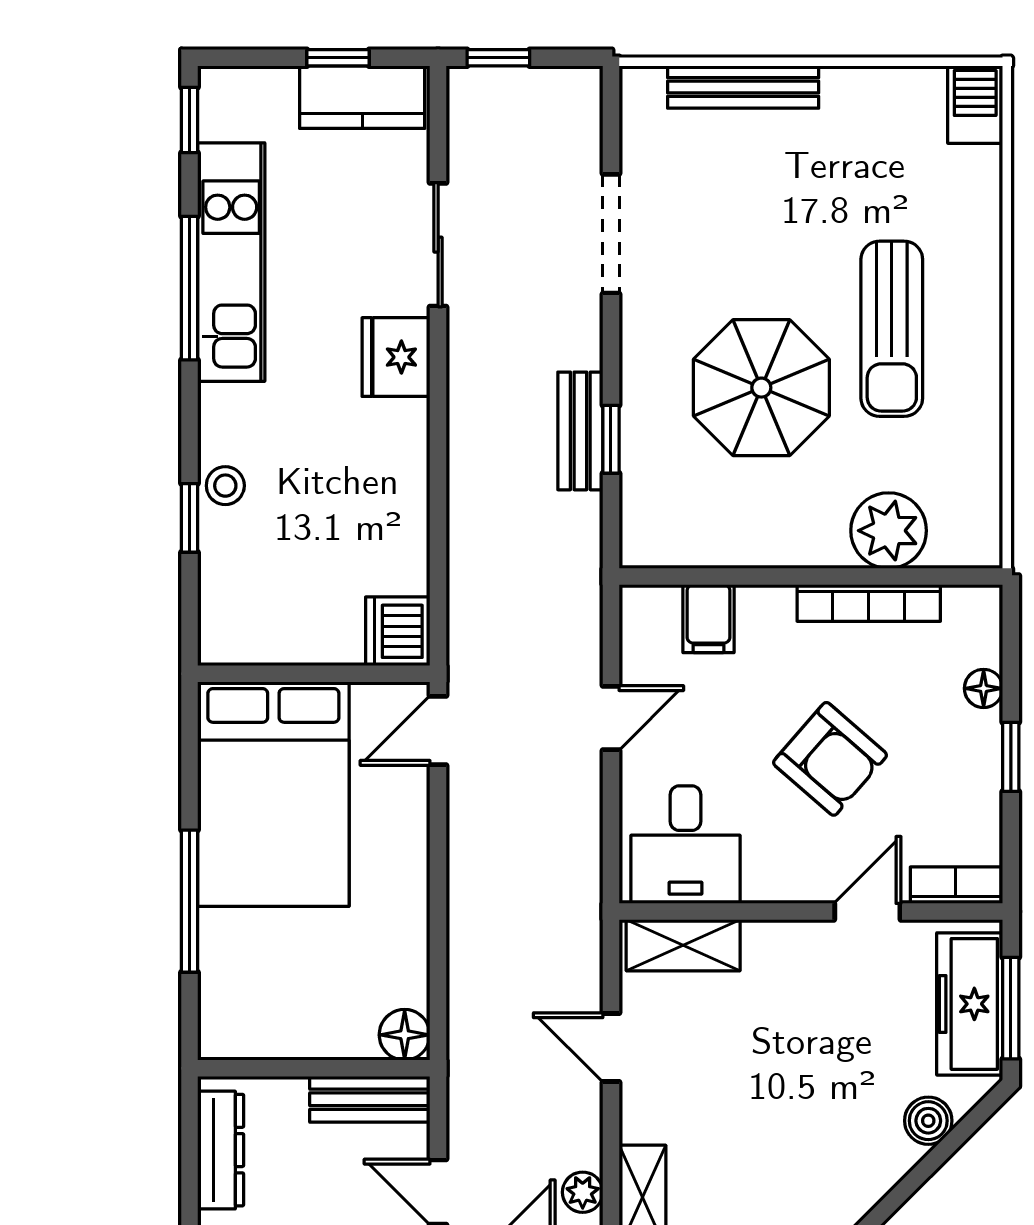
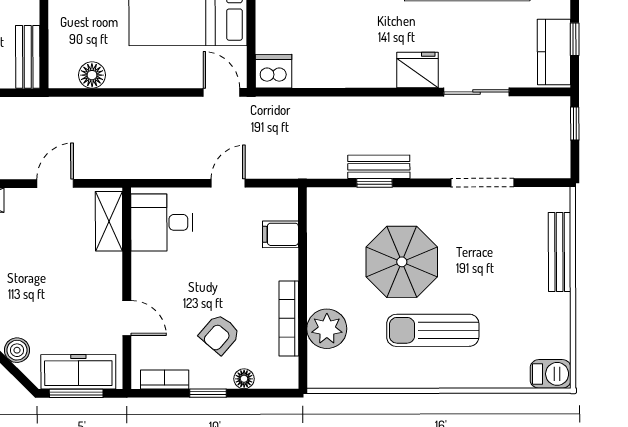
door: (611, 718) -> (228, 183), swing flipped
armchair: (830, 759) -> (220, 334), moved, width x0.72, depth x0.72
bookcase: (956, 885) -> (165, 379), moved, turned -90
floor lamp: (405, 1035) -> (92, 75), moved

